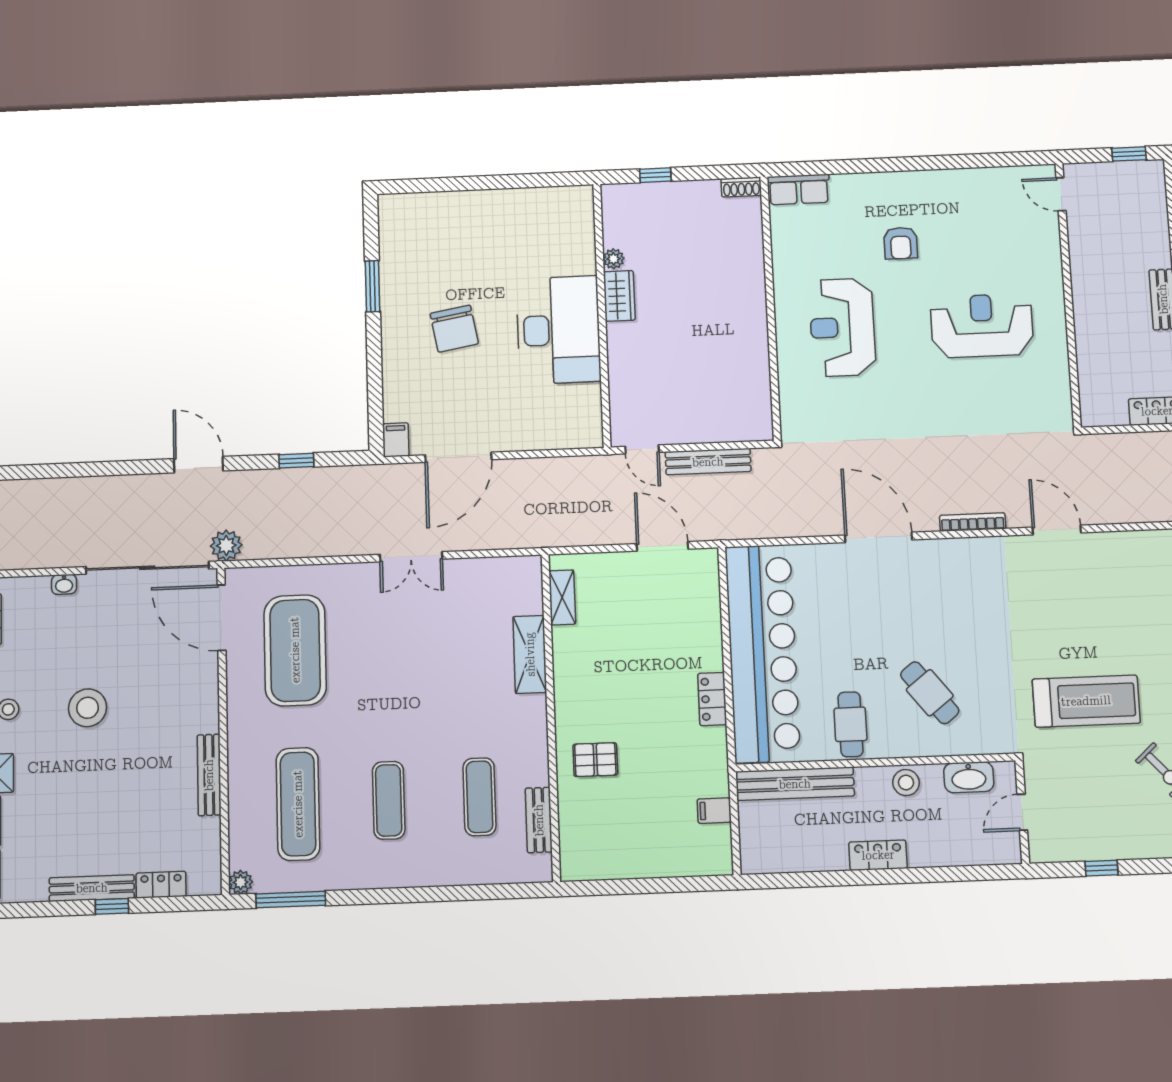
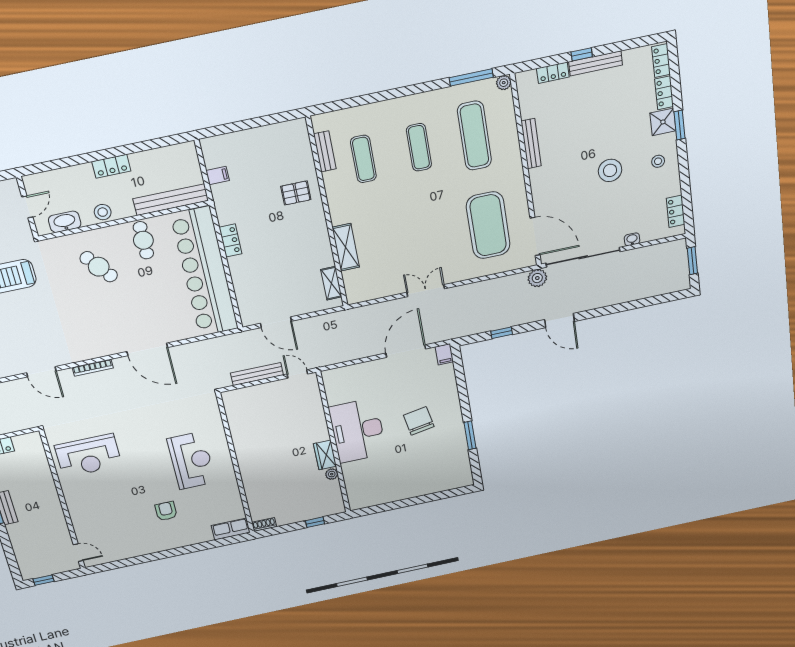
reception desk: (982, 326) -> (88, 456), moved

